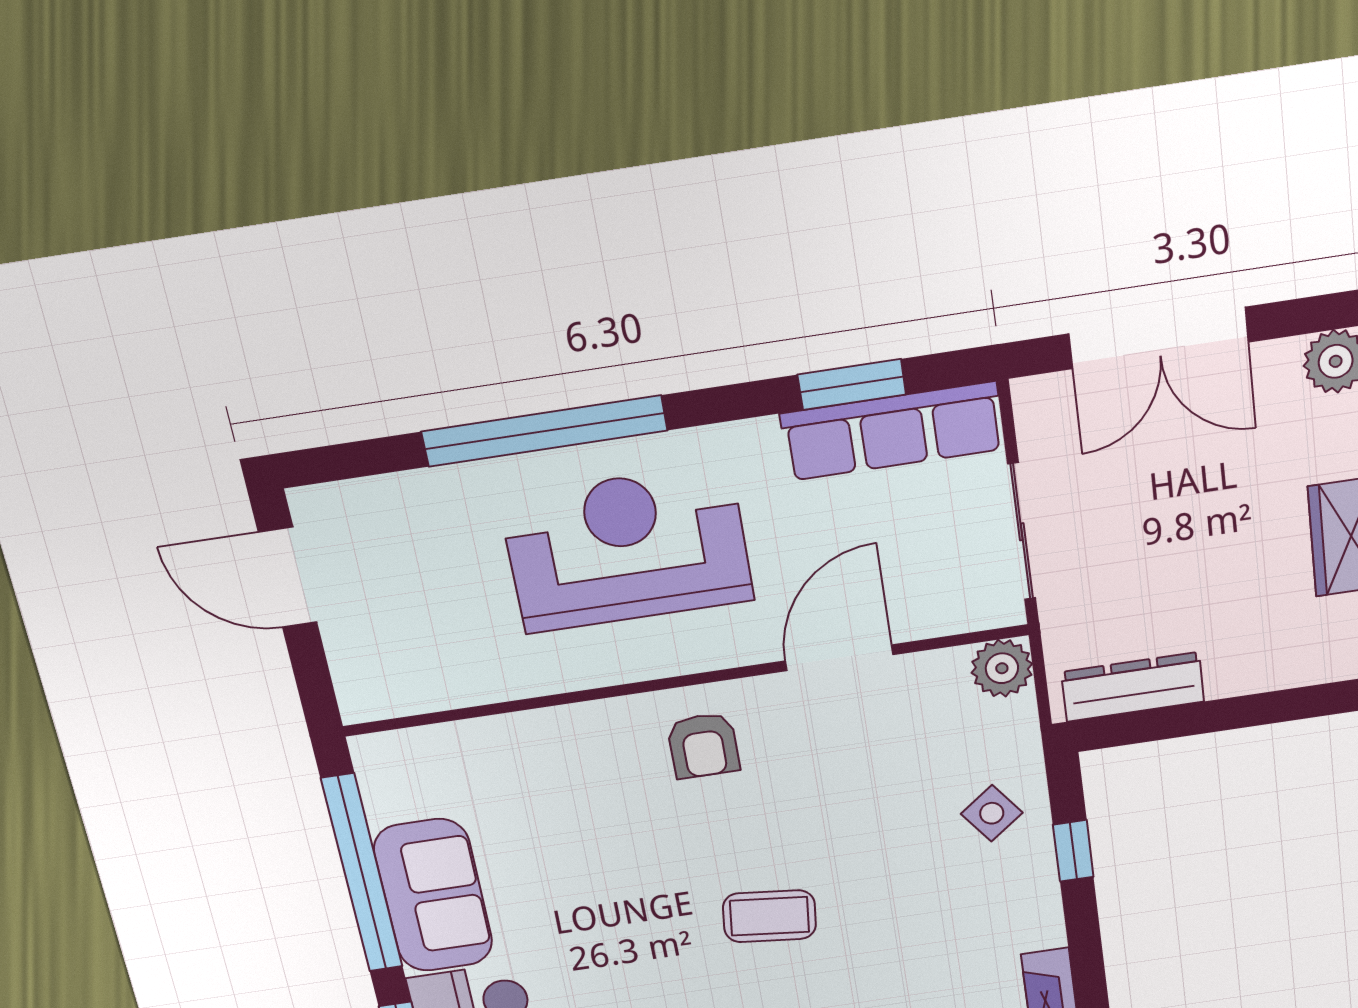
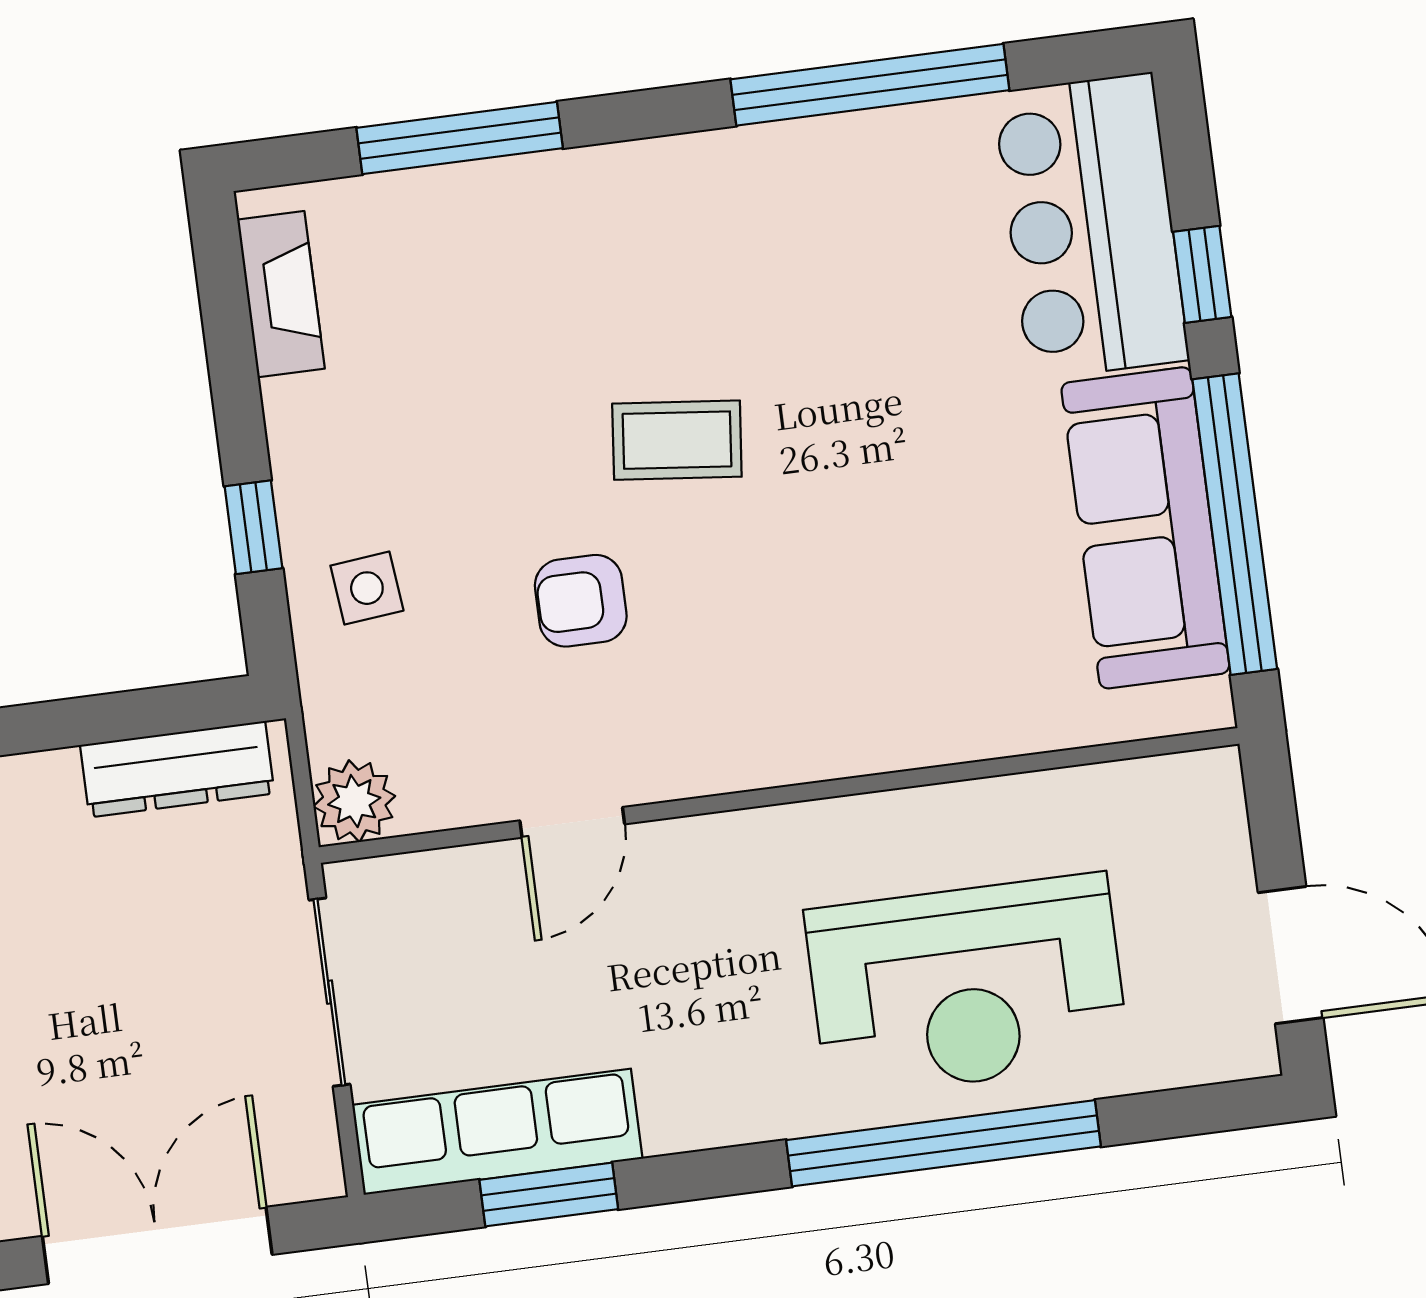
reception desk: (627, 549) -> (967, 986), moved
door: (839, 658) -> (572, 822), width x0.73
armchair: (703, 746) -> (581, 601), moved, turned -90
side table: (992, 813) -> (367, 588), turned 31
sofa: (433, 896) -> (1145, 528), width x1.36

